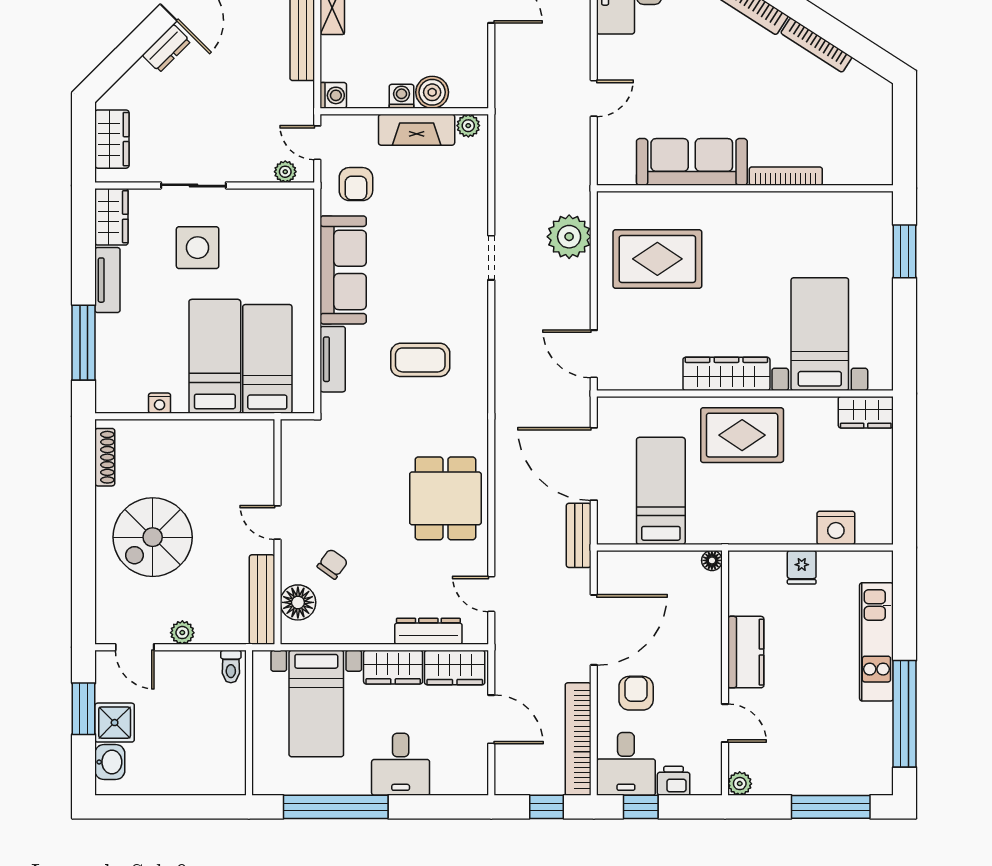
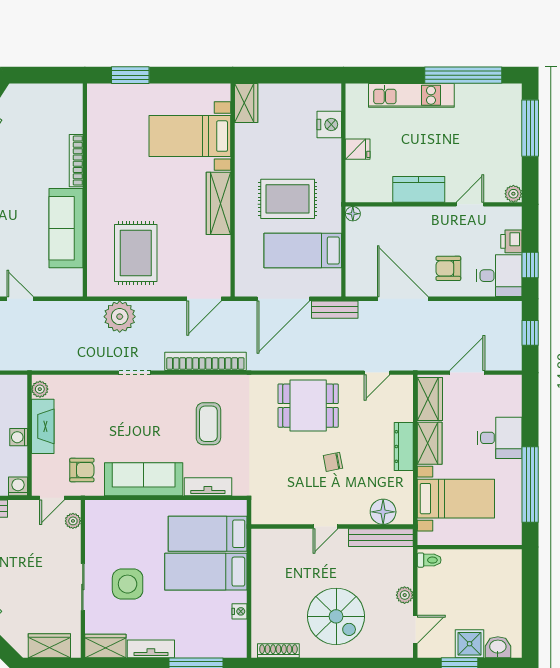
boiler: (432, 92) -> (16, 415), removed
rug: (742, 435) -> (288, 199), moved, turned 90
chair: (332, 564) -> (333, 462), moved, turned -47
dresser: (428, 631) -> (404, 447), moved
bookcase: (578, 739) -> (205, 361), moved, turned 180

